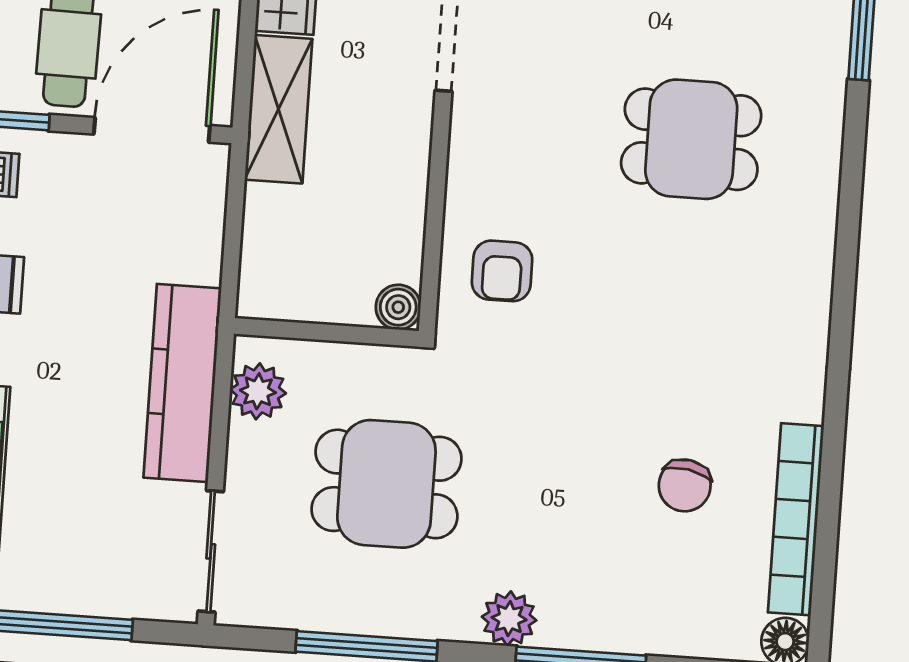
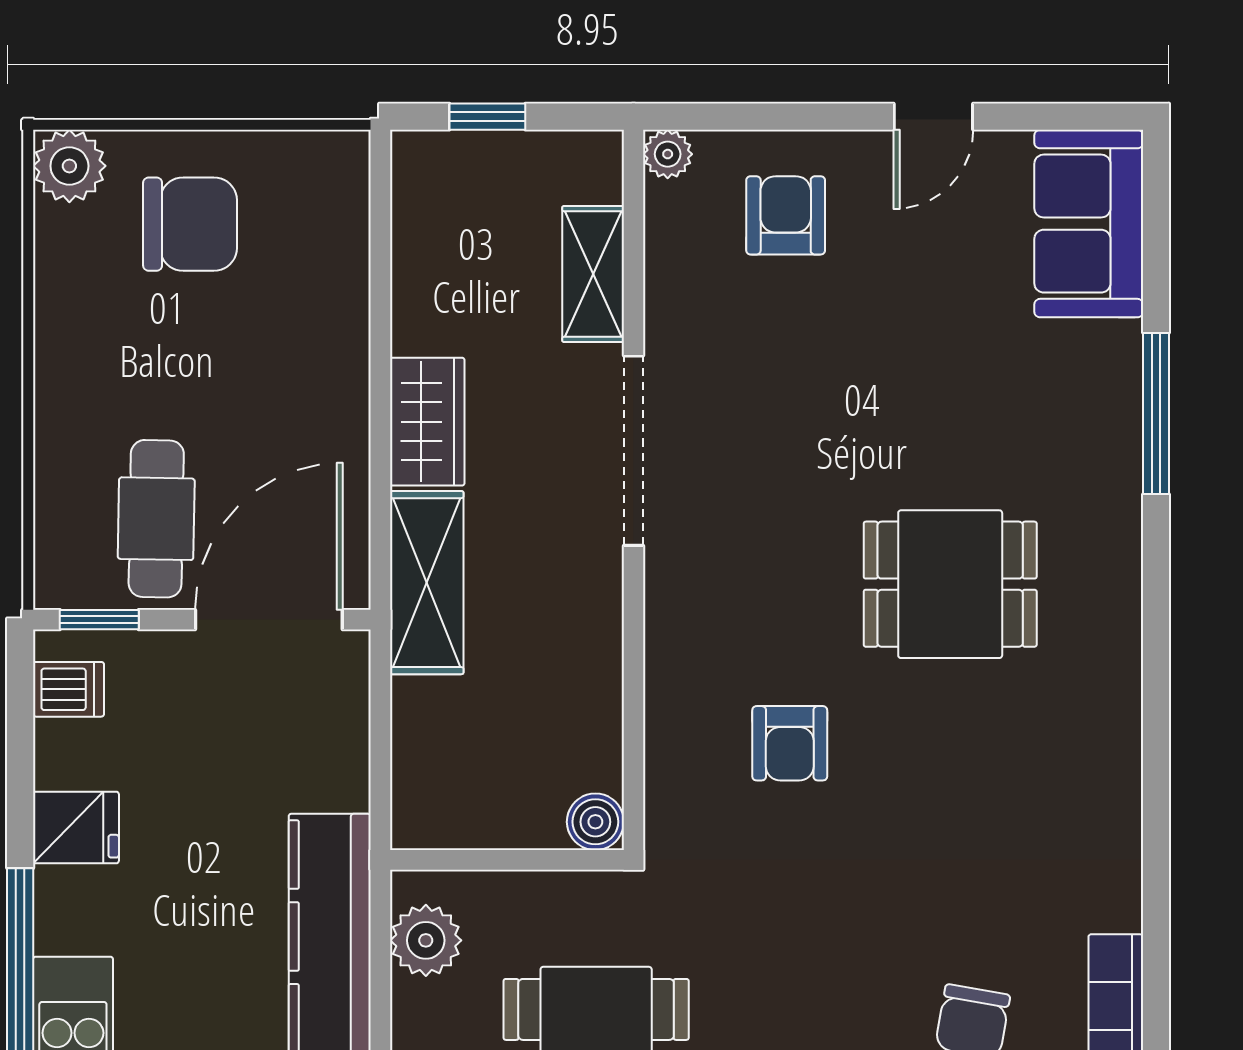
armchair: (502, 271) -> (790, 743), moved

